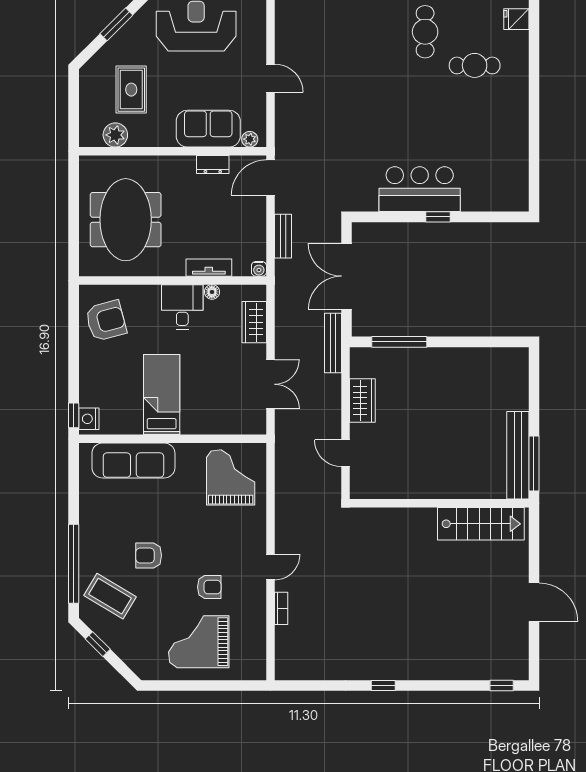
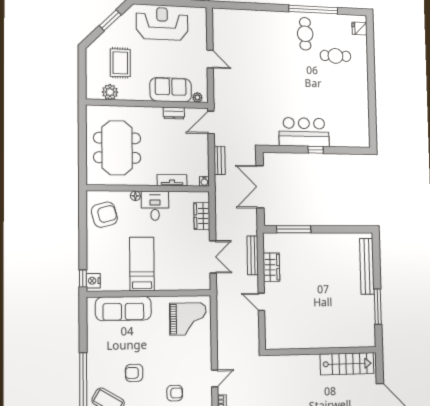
floor lamp: (212, 292) -> (135, 196), moved
bench: (333, 343) -> (253, 255), moved
bench: (518, 455) -> (367, 266), moved
grand piano: (231, 477) -> (188, 319), turned 90
wall: (439, 503) -> (321, 351), moved
stairs: (481, 524) -> (347, 364), moved

